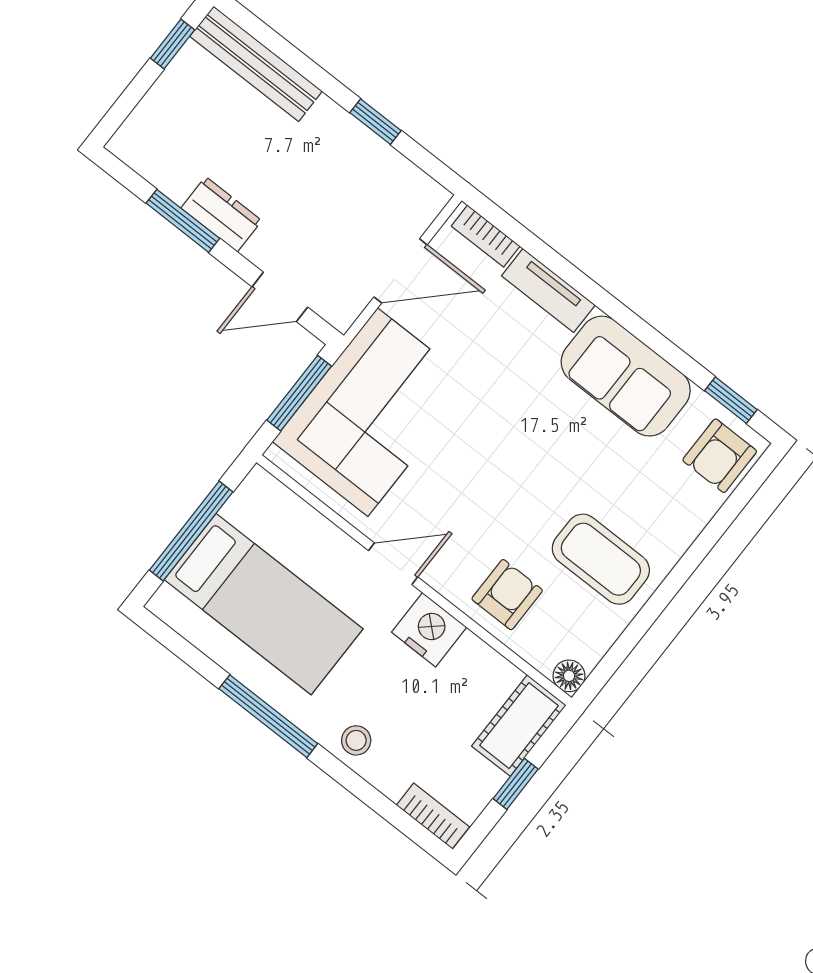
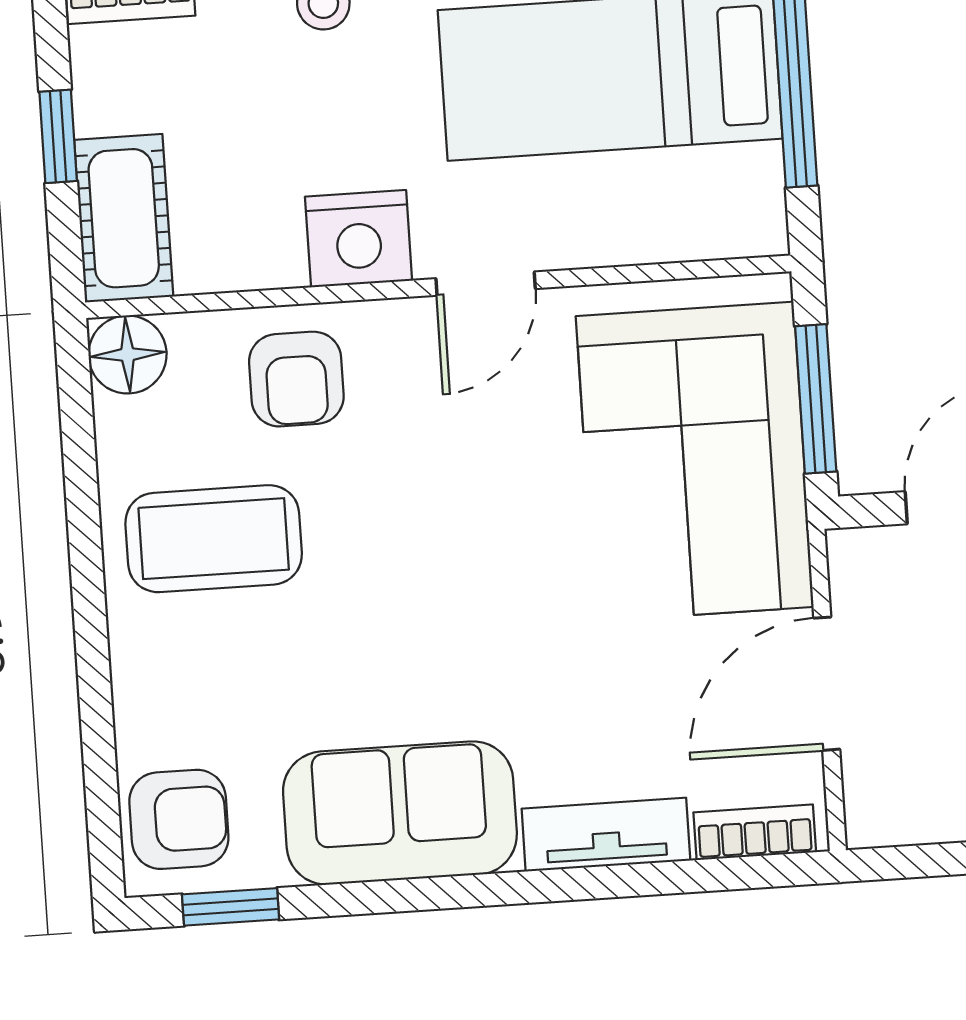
armchair: (720, 456) -> (179, 819), turned 90
floor lamp: (569, 676) -> (128, 354), width x1.37, depth x1.37

